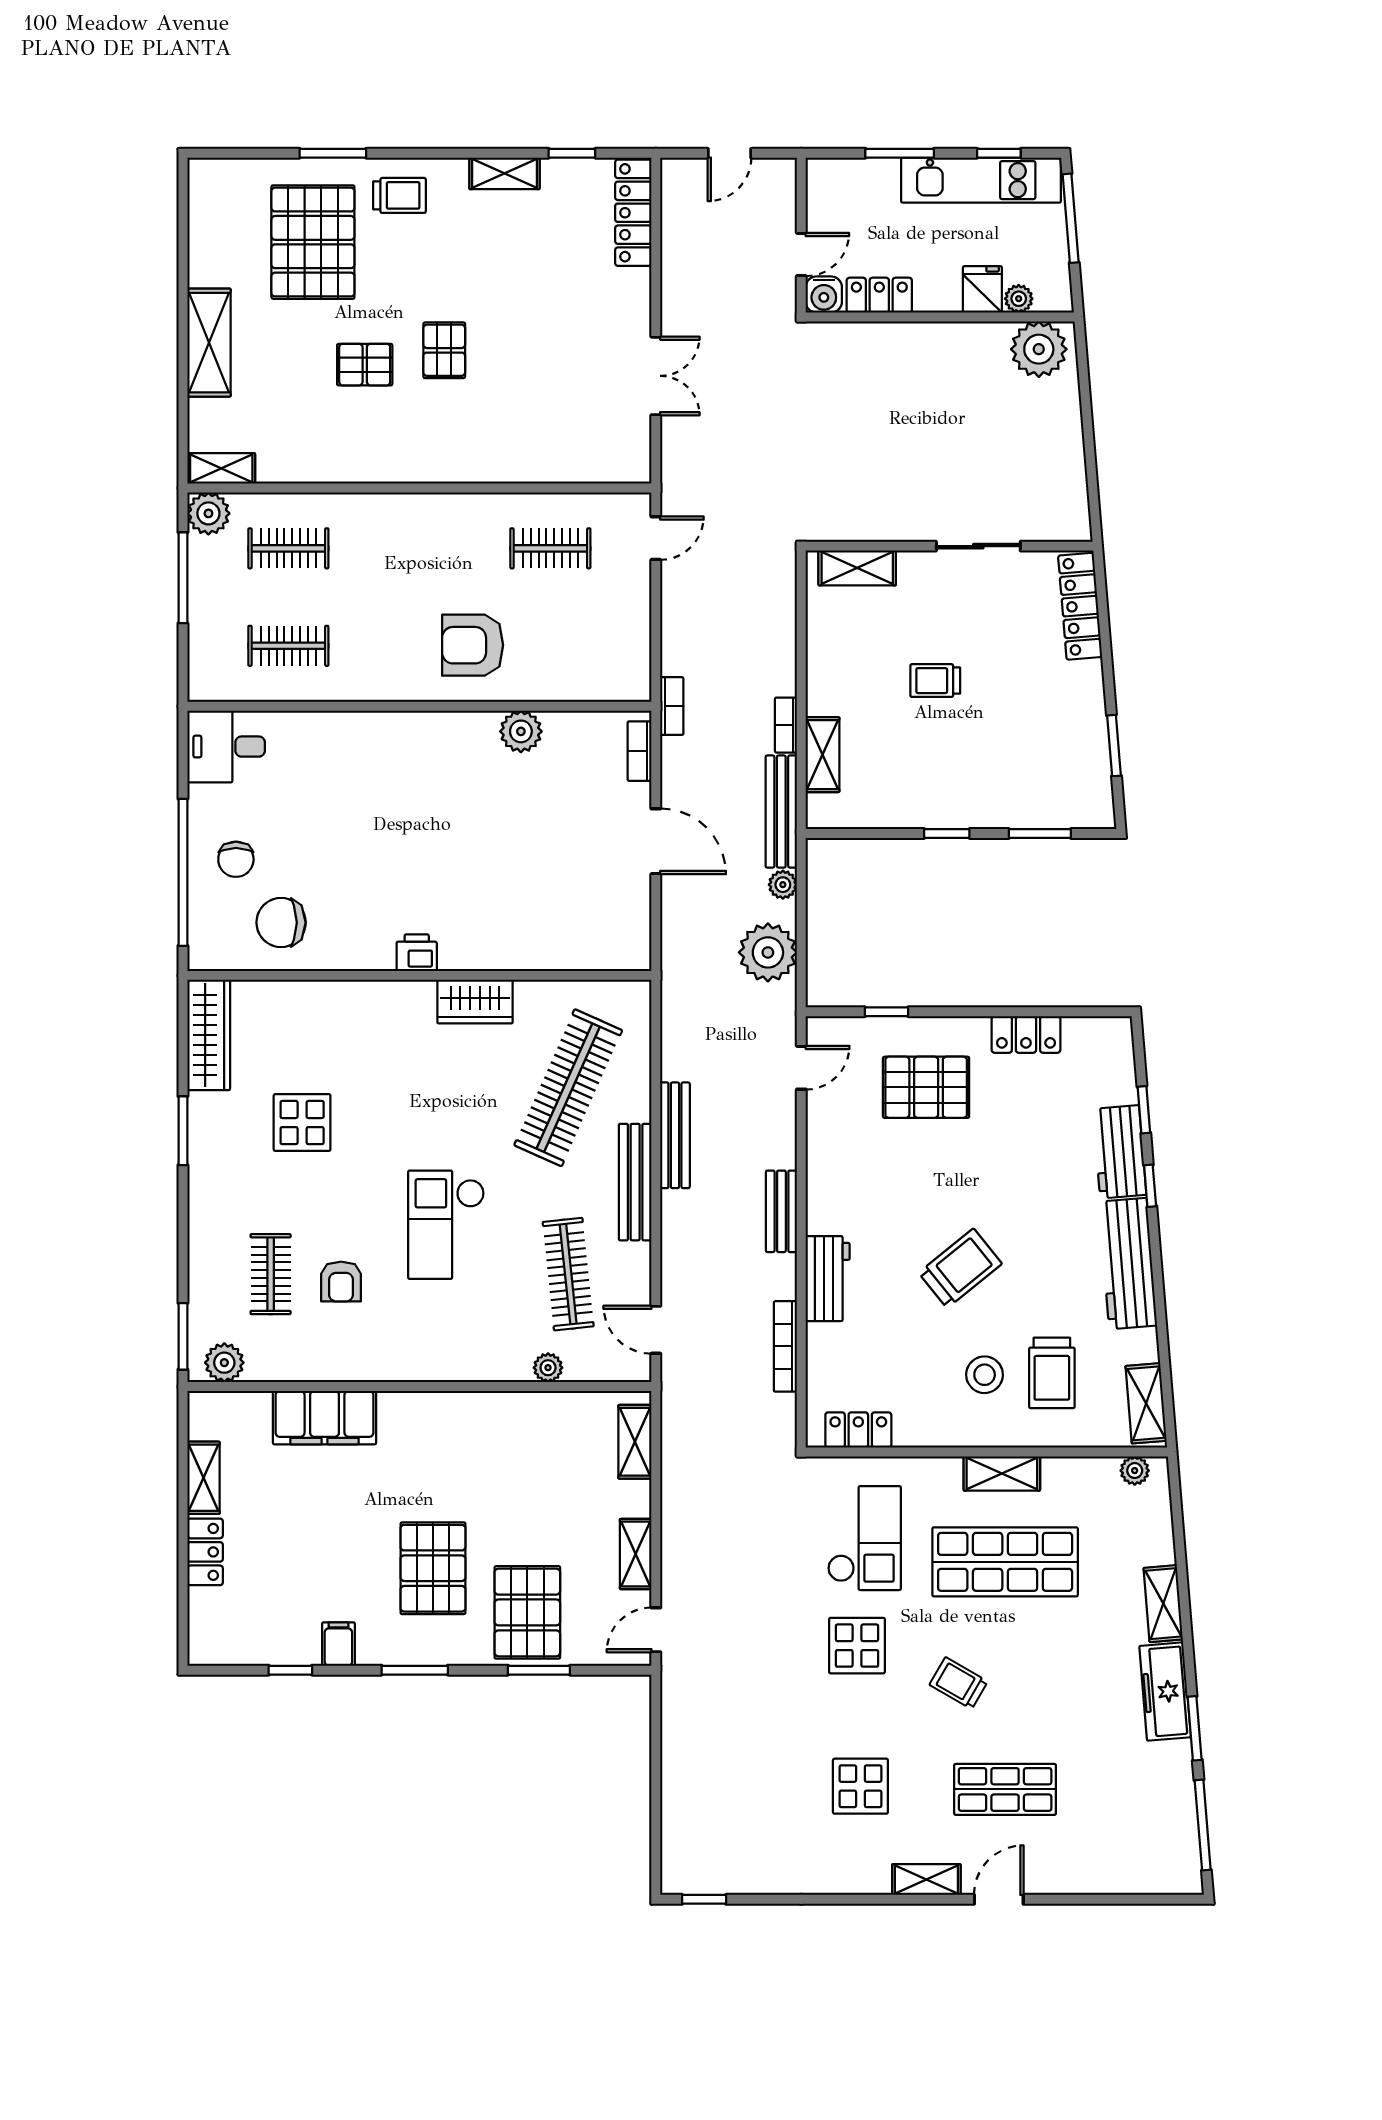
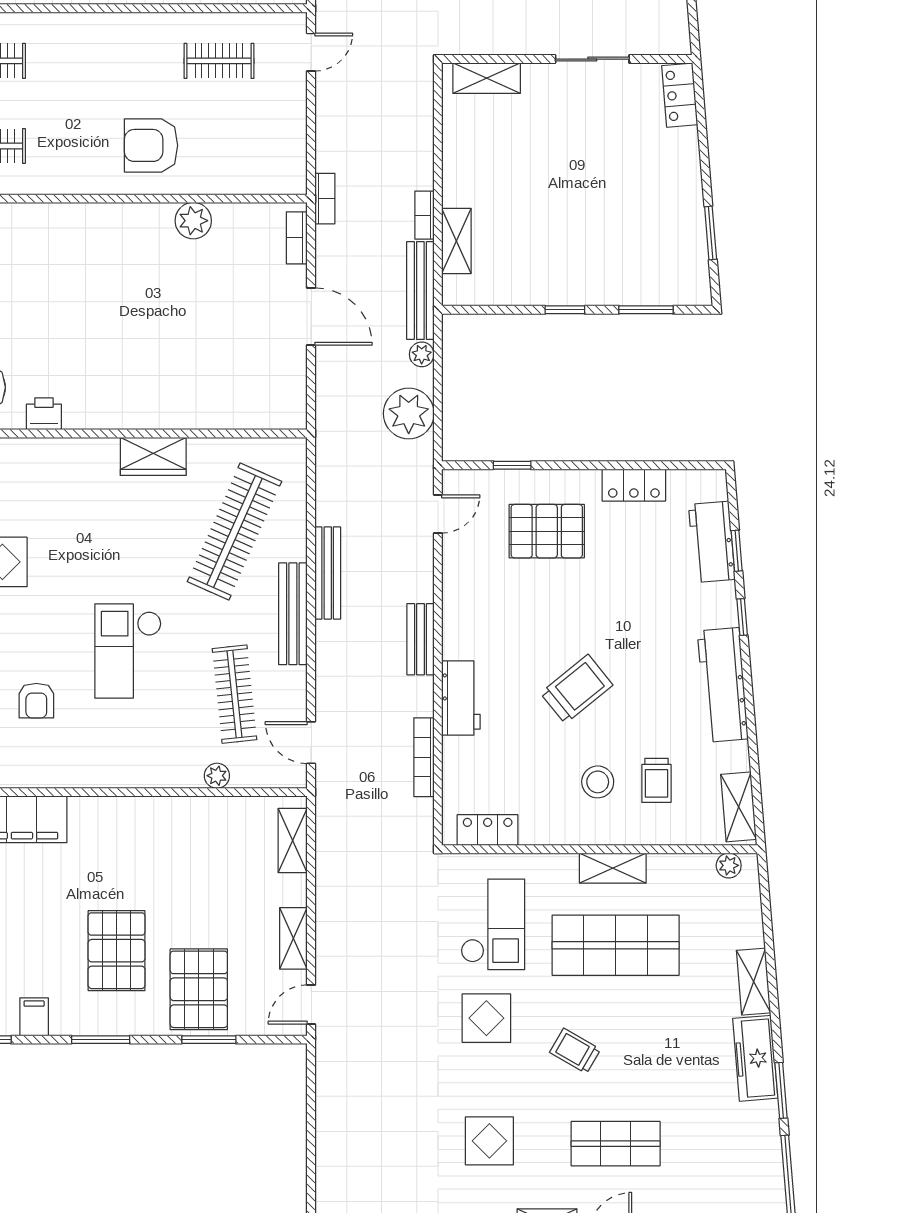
locker: (1080, 606) -> (680, 95), width x0.66
trolley: (935, 681) -> (555, 176), removed
printer: (417, 953) -> (44, 414), moved
workbench: (1120, 1152) -> (712, 542), moved
trolley: (1052, 1373) -> (656, 780), width x0.73, depth x0.72

